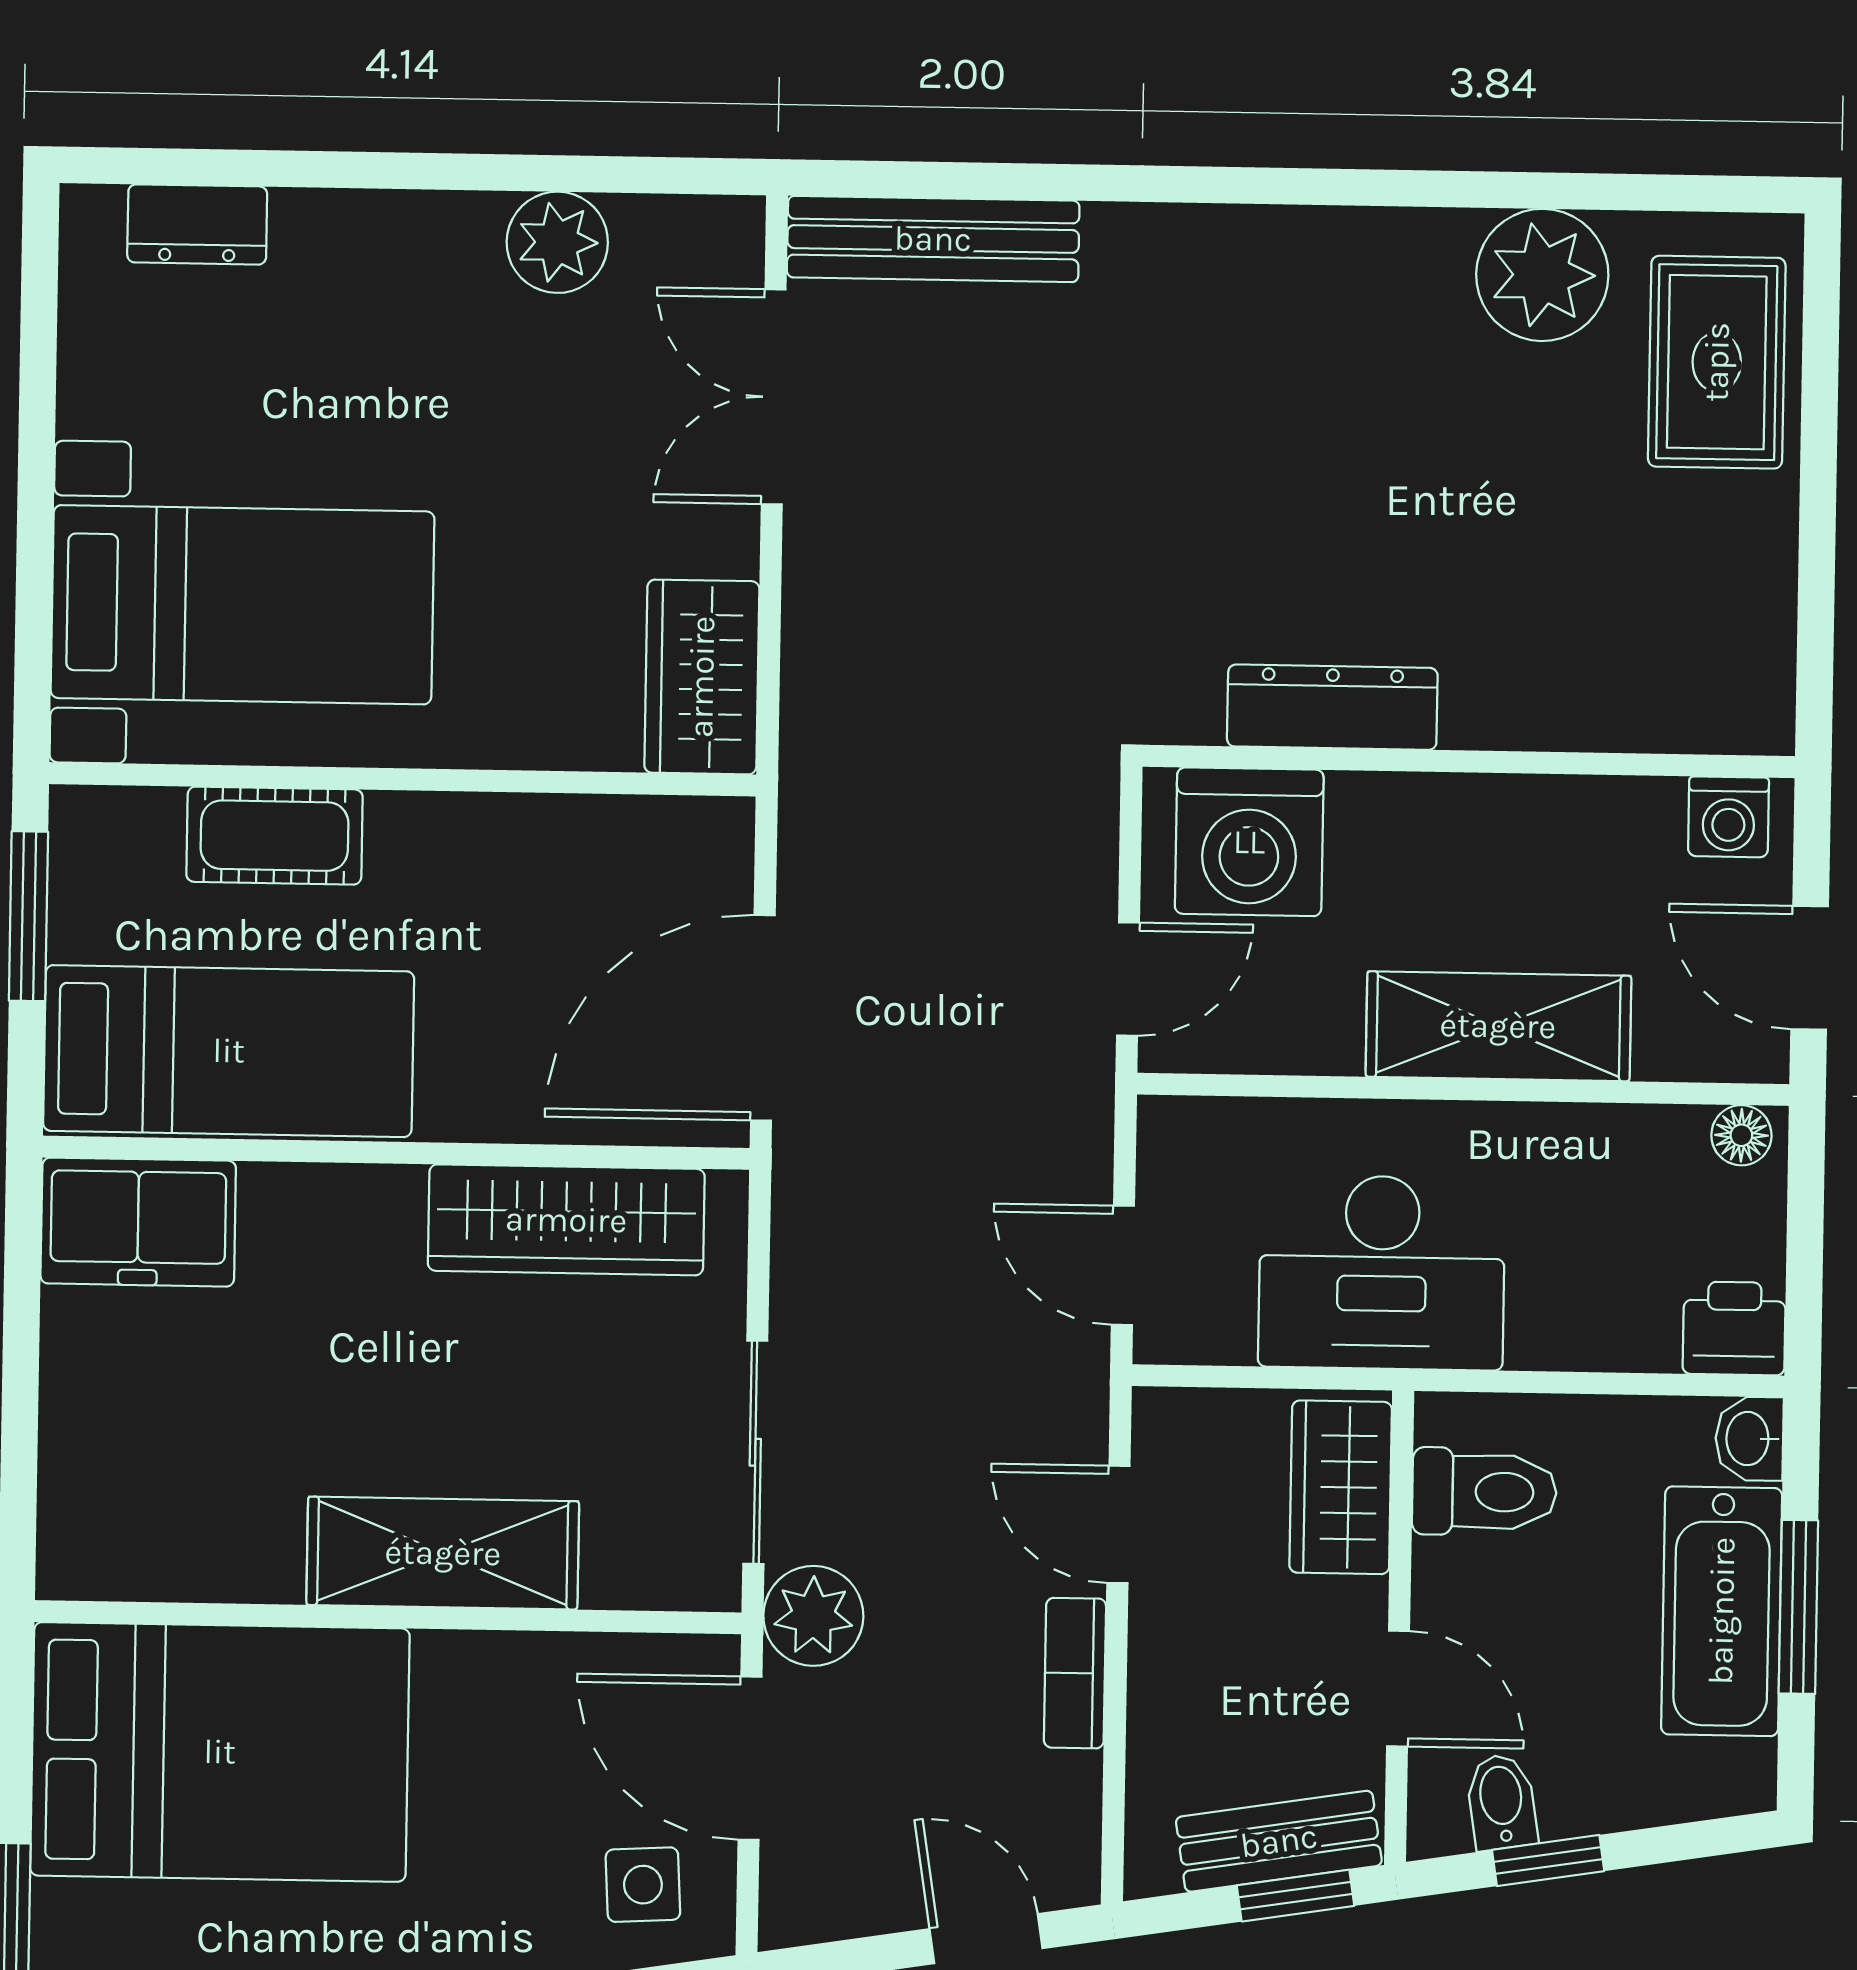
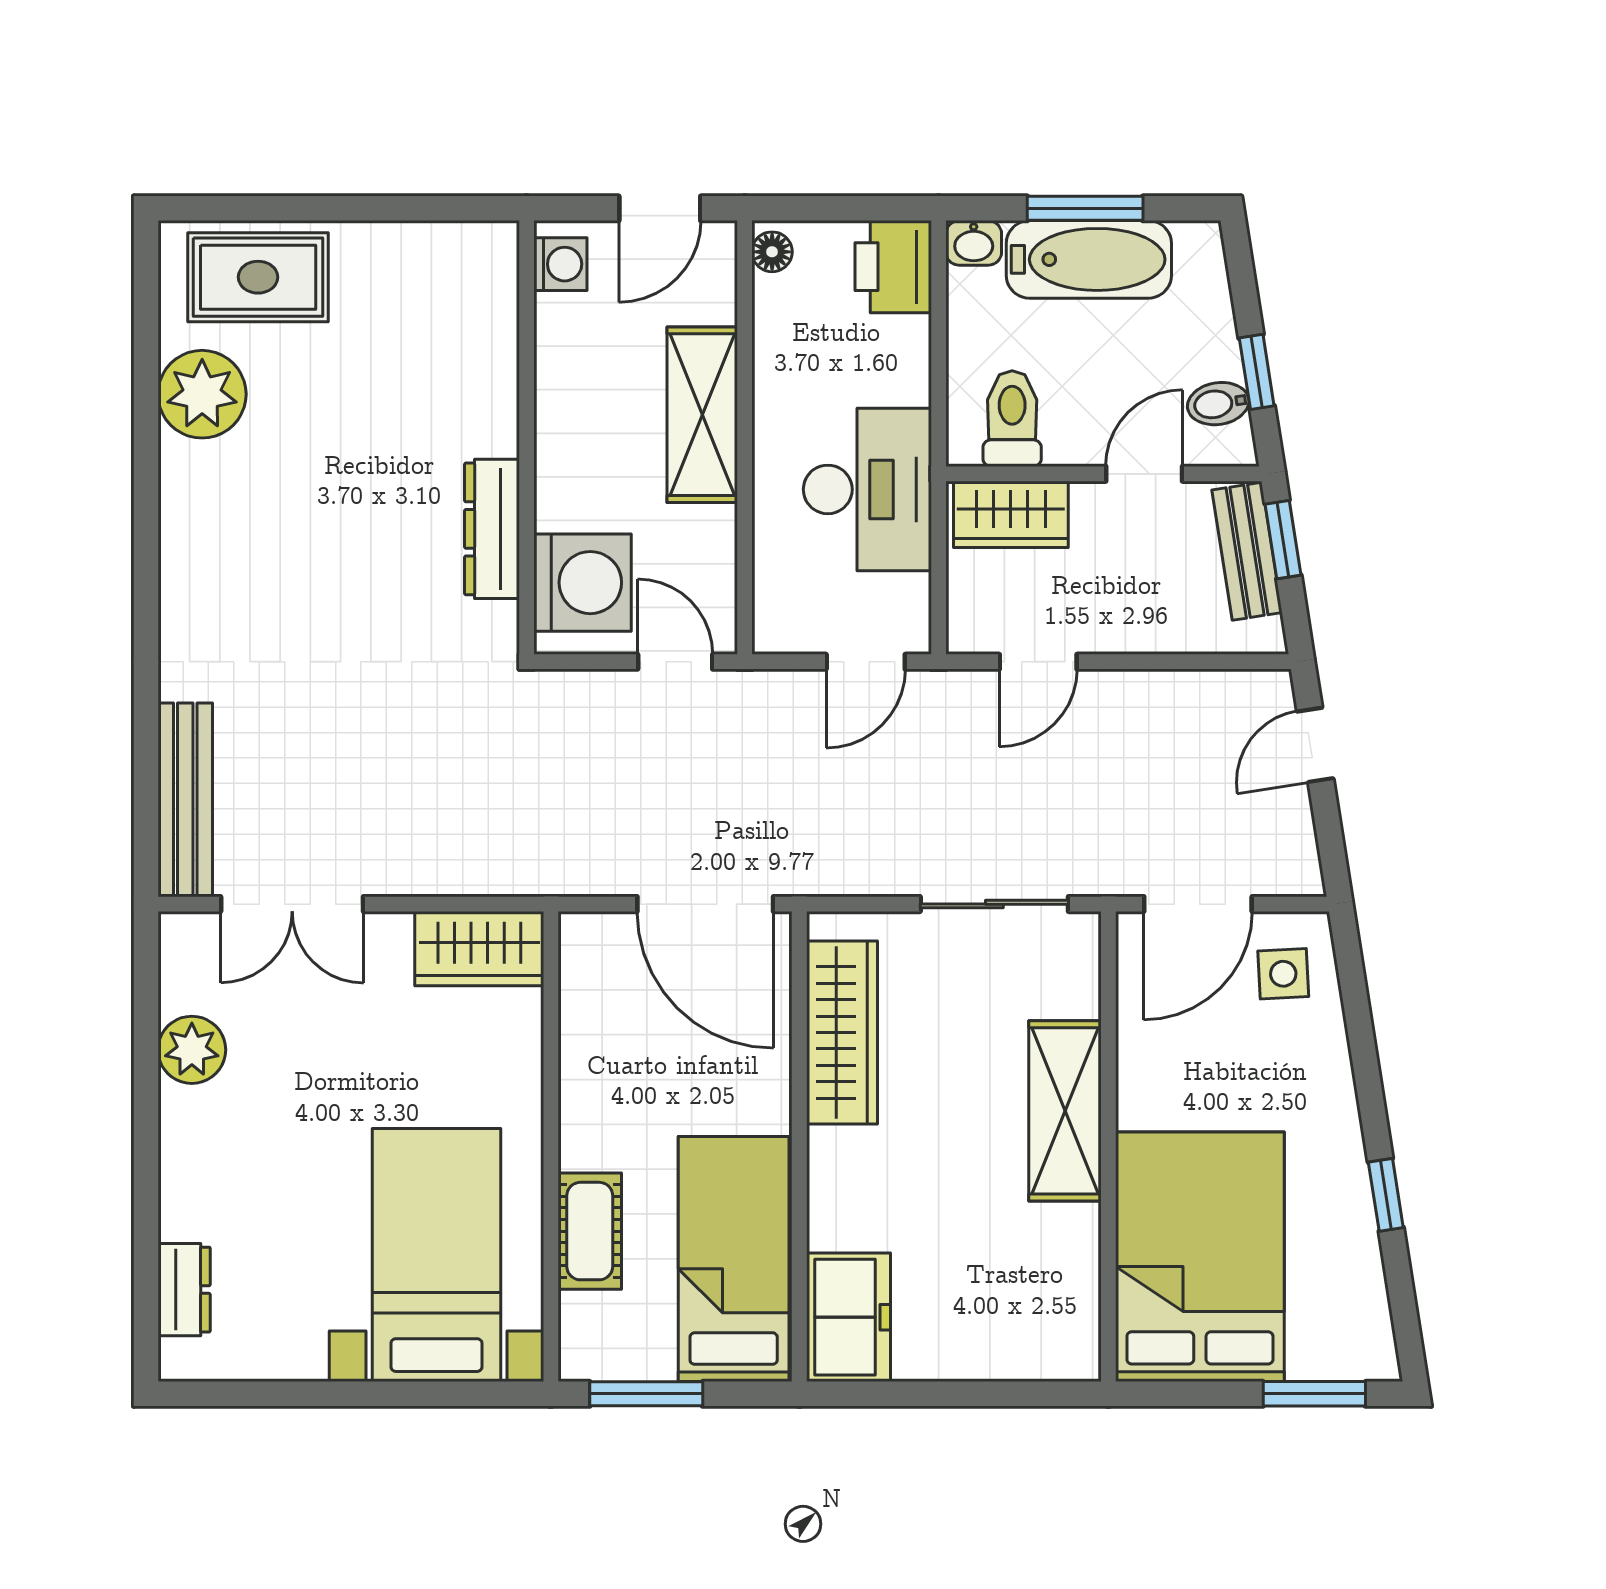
printer: (1734, 1328) -> (893, 267), width x1.36, depth x1.24
plant: (813, 1616) -> (1103, 864), removed
bookcase: (1075, 1673) -> (1138, 689), removed

